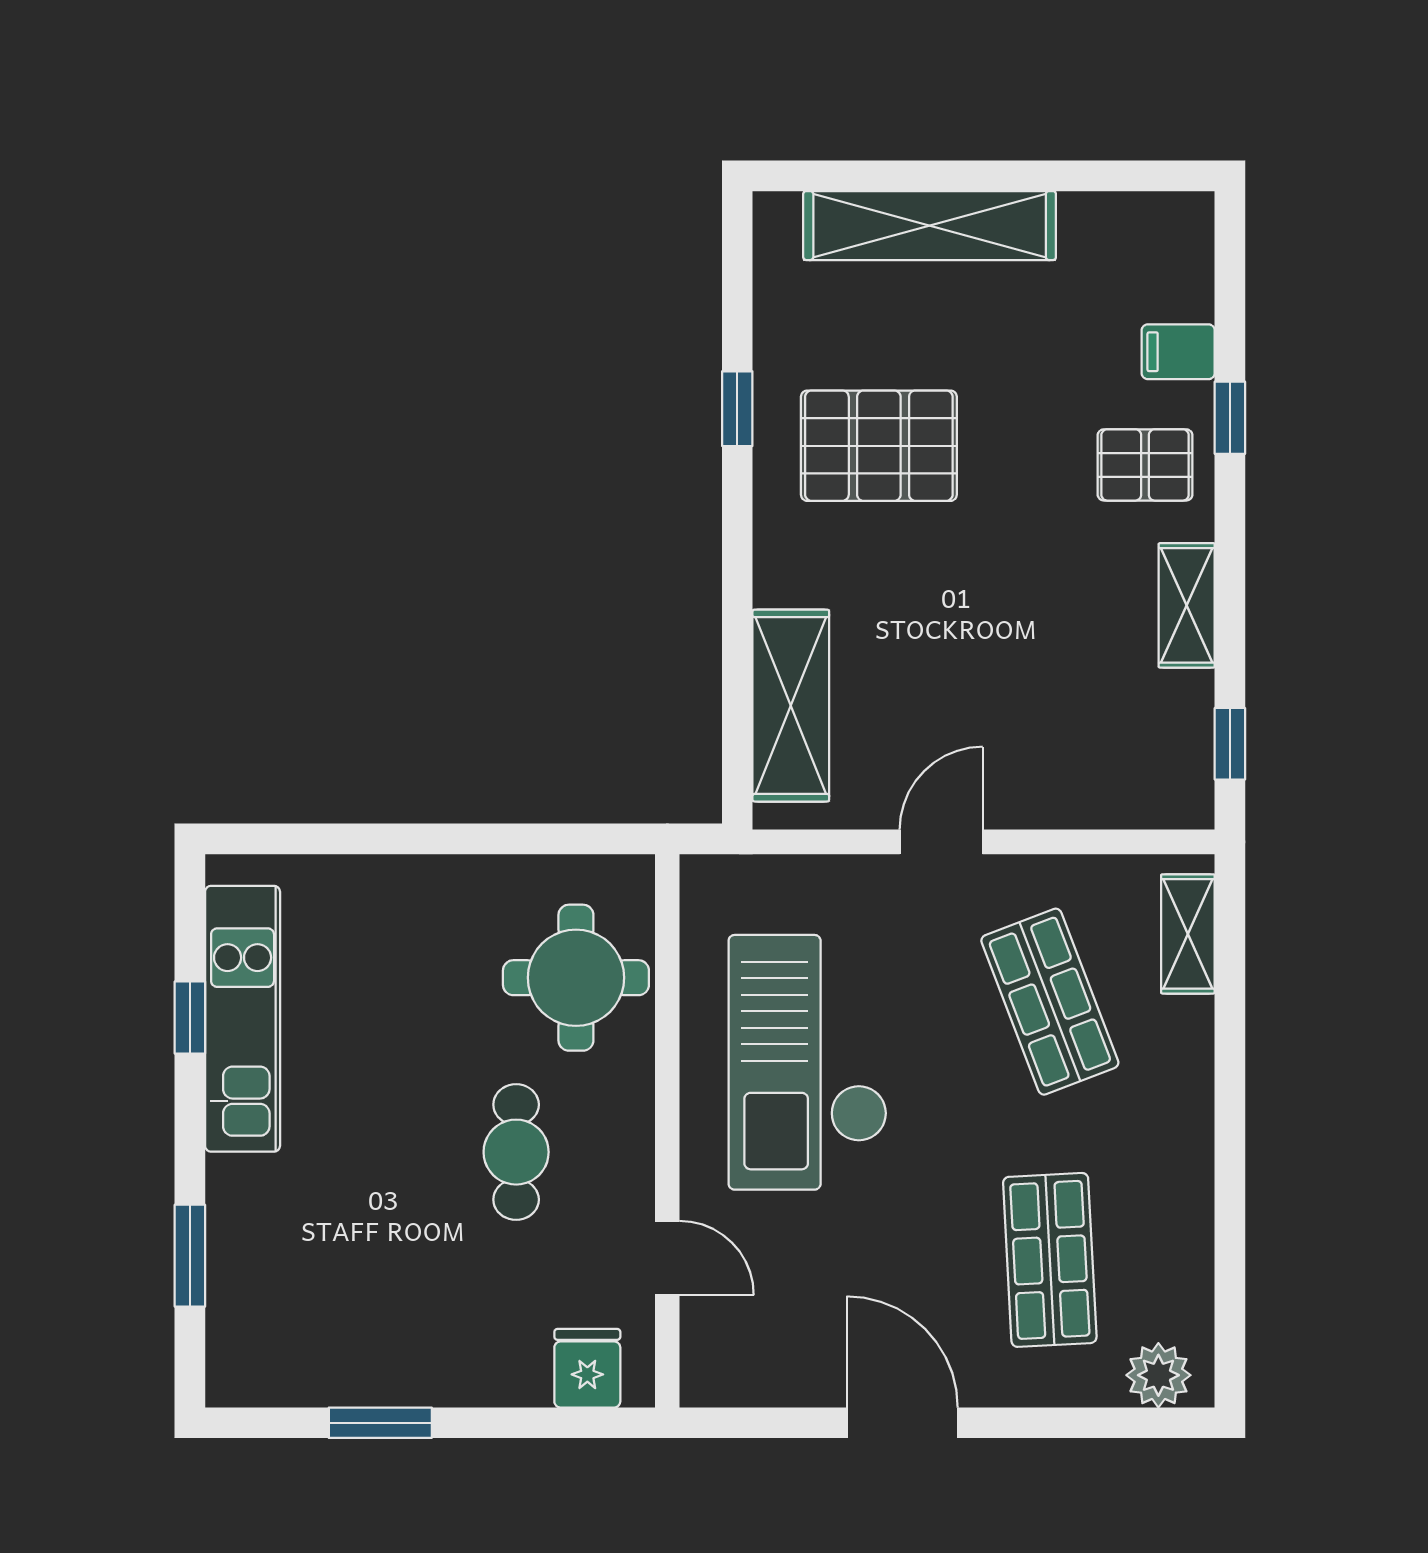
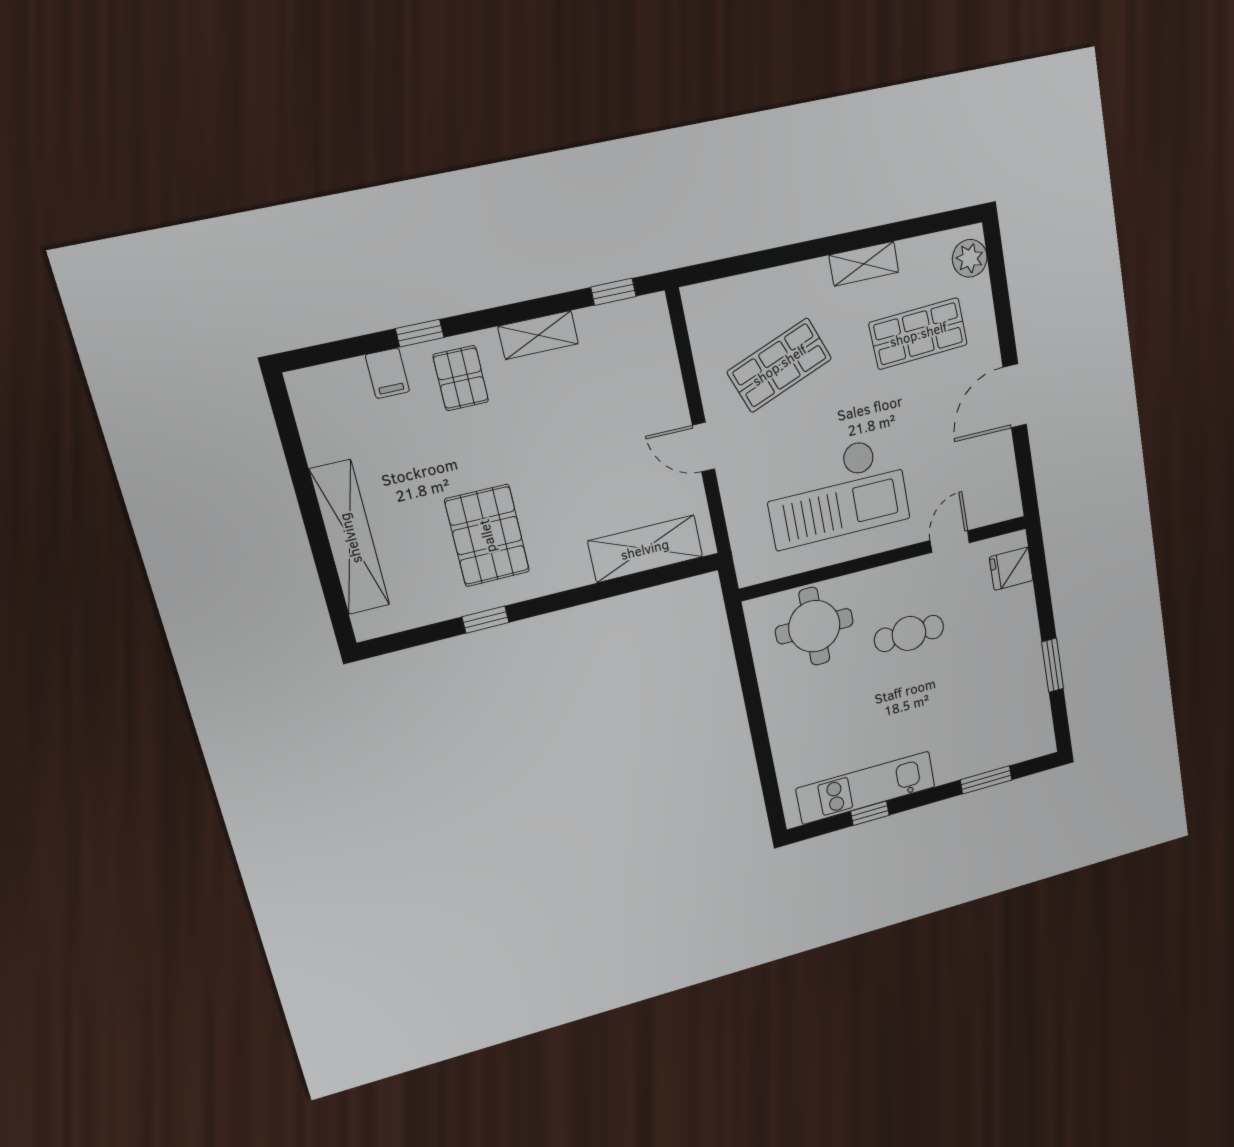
shelving: (1188, 934) -> (864, 264), moved

